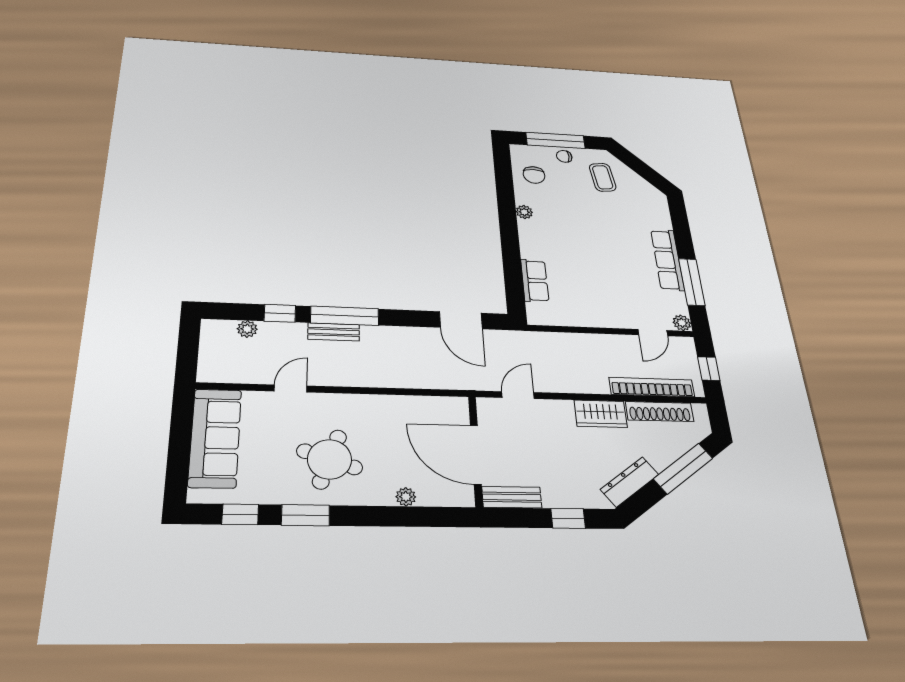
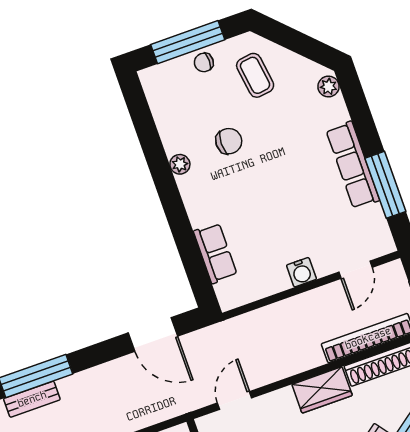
chair: (534, 175) -> (229, 141), moved, turned -90
water cooler: (605, 319) -> (301, 272), added
plant: (682, 323) -> (328, 87), moved

